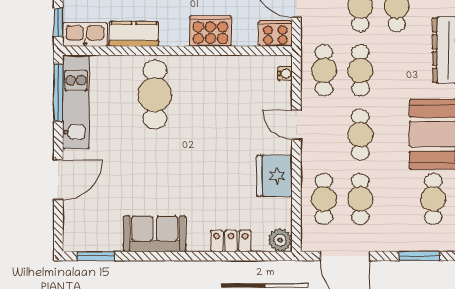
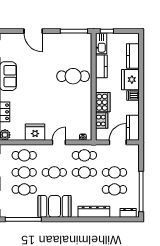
cooker: (275, 33) -> (102, 121), moved
kitchen unit: (76, 102) -> (70, 39), removed
cafe table: (433, 199) -> (24, 189), moved

